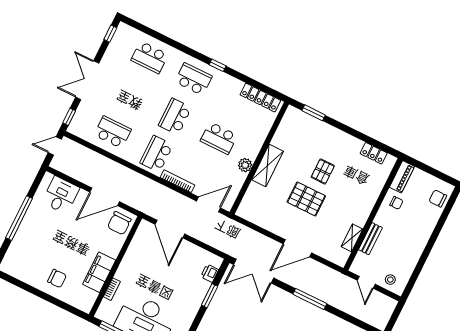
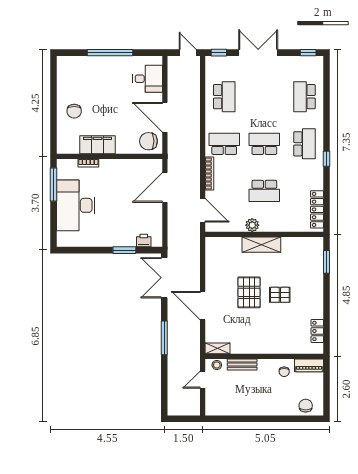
school desk: (219, 138) -> (264, 191), turned -90
shelving: (352, 238) -> (218, 348), moved
stool: (390, 280) -> (217, 365), moved

